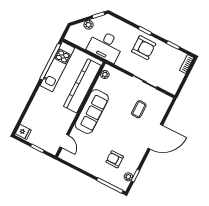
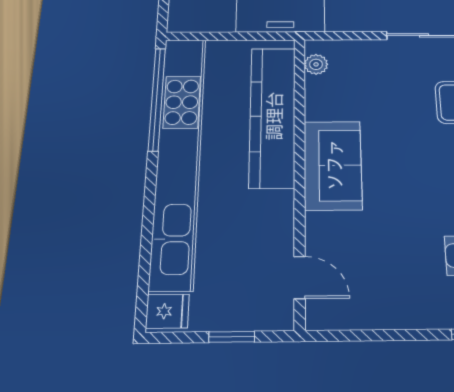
kitchen unit: (57, 67) -> (178, 158), width x1.86
sofa: (92, 112) -> (333, 165), width x0.73

